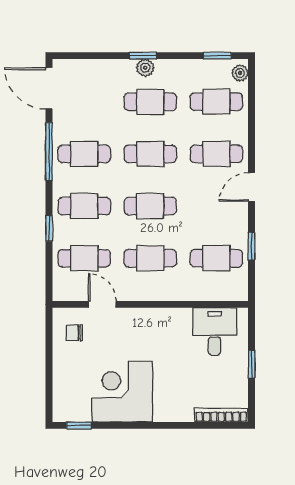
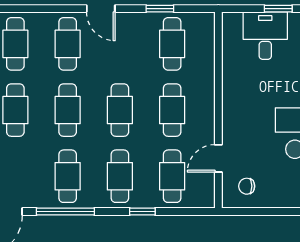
desk: (215, 331) -> (265, 36), moved, turned 90
chair: (74, 333) -> (247, 186), turned 90

